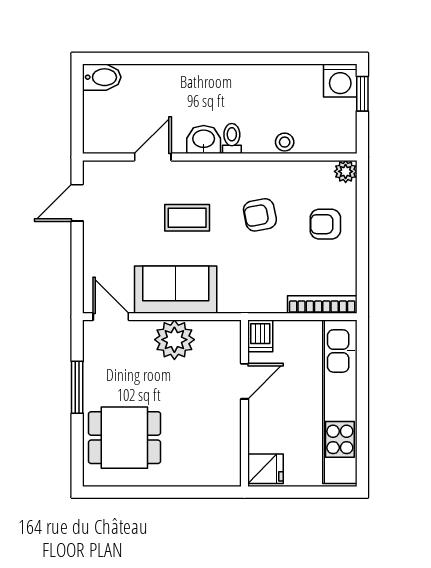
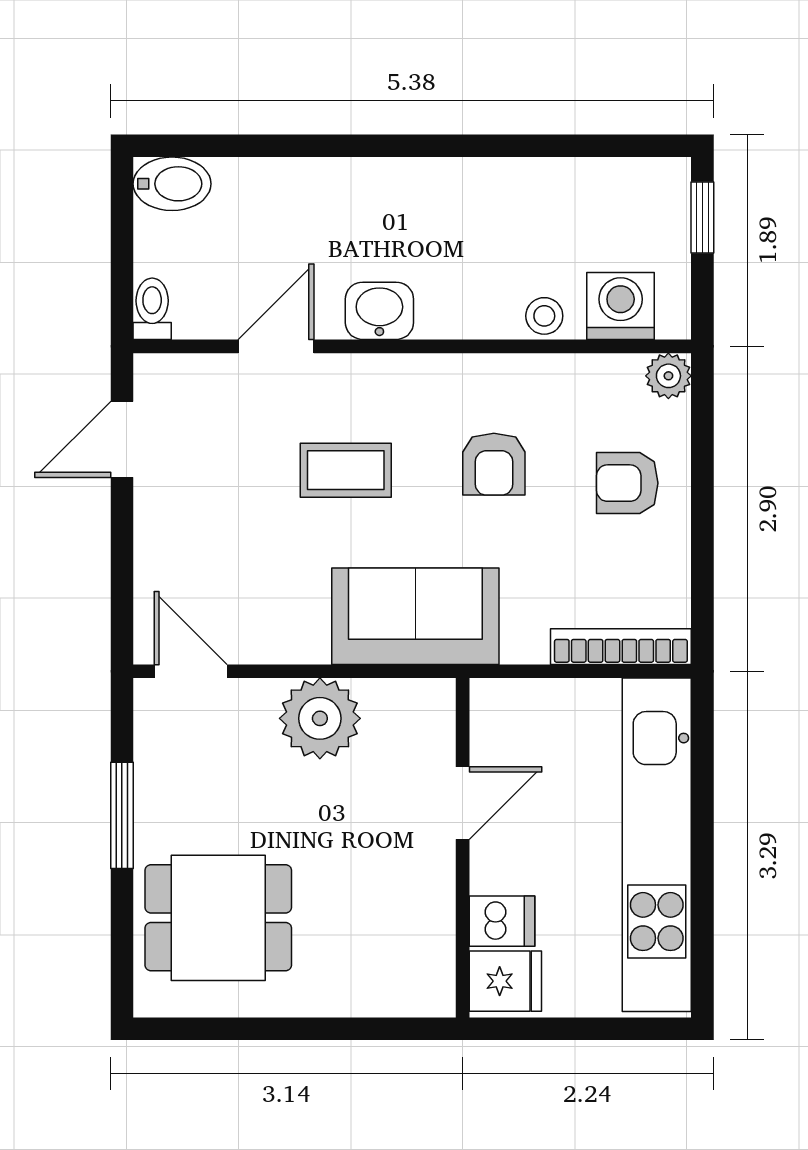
washing machine: (340, 81) -> (621, 306), moved, turned 180
toilet: (232, 139) -> (152, 309), moved
armchair: (260, 215) -> (494, 464), turned -79
sofa: (176, 290) -> (415, 616), moved
dishwasher: (260, 336) -> (502, 921), moved, turned -90

